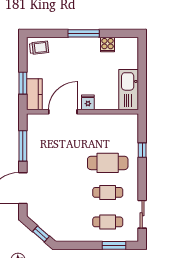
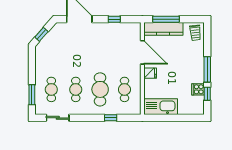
window: (113, 33) -> (207, 94), added
window: (23, 83) -> (166, 19), width x1.44
kitchen counter: (34, 94) -> (163, 29), width x1.50
cafe table: (108, 133) -> (124, 89), added
window: (23, 146) -> (114, 19), width x0.46

